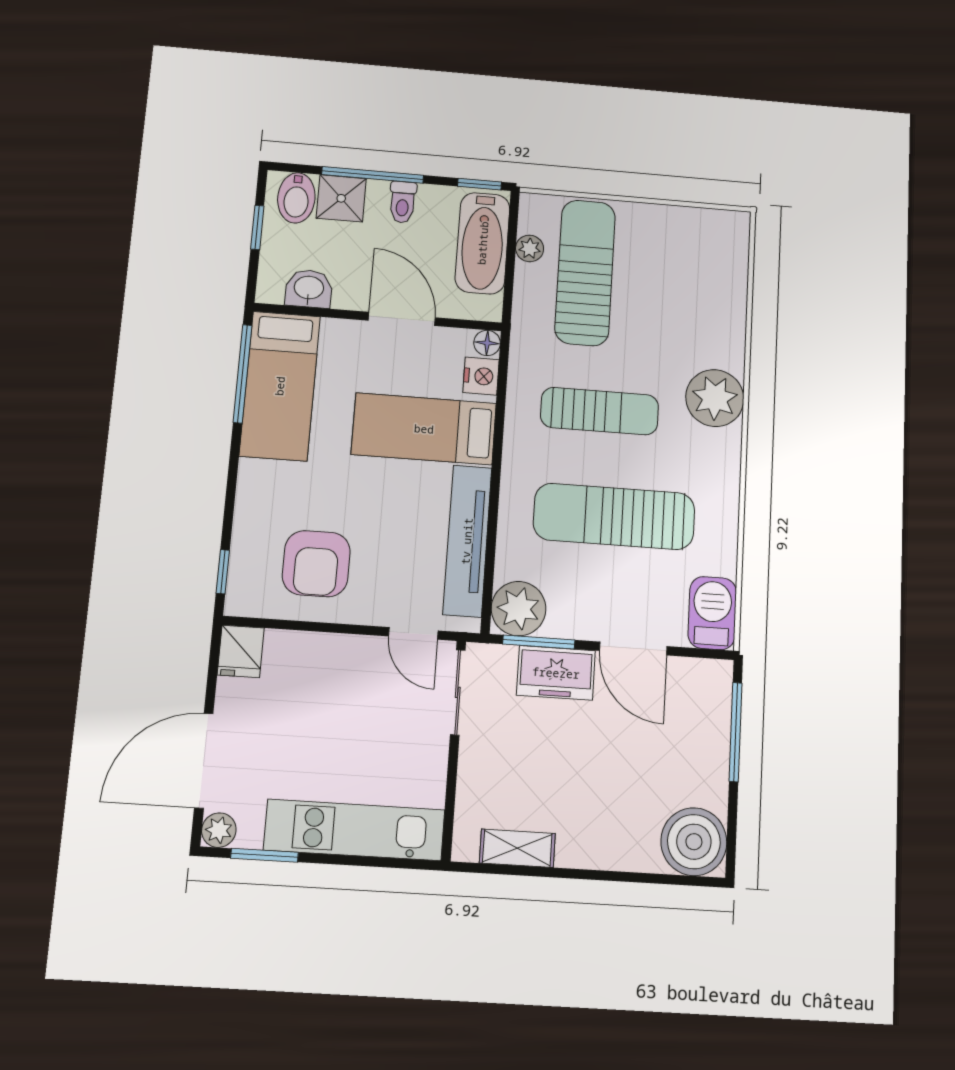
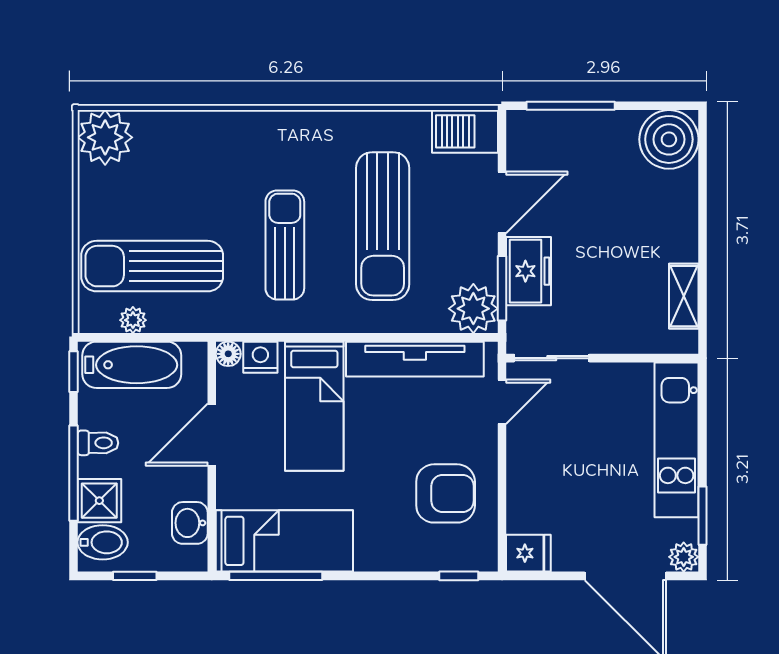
plant: (715, 398) -> (105, 137), moved

